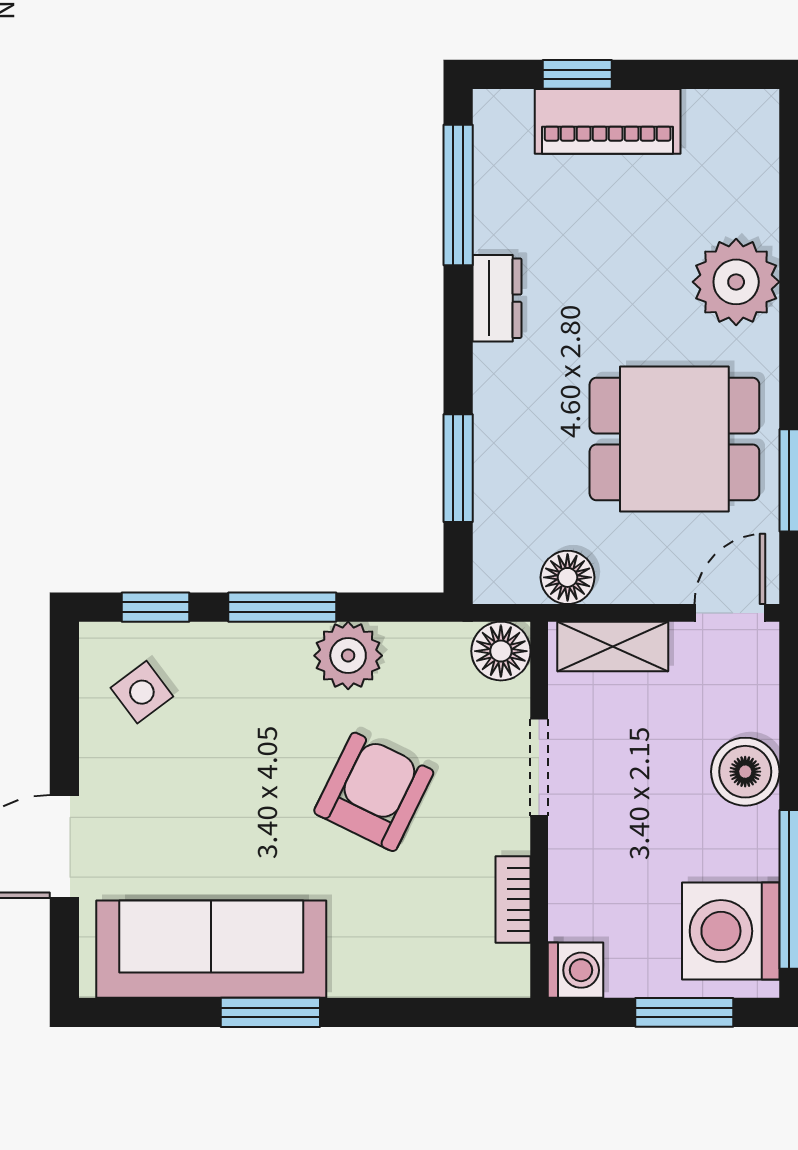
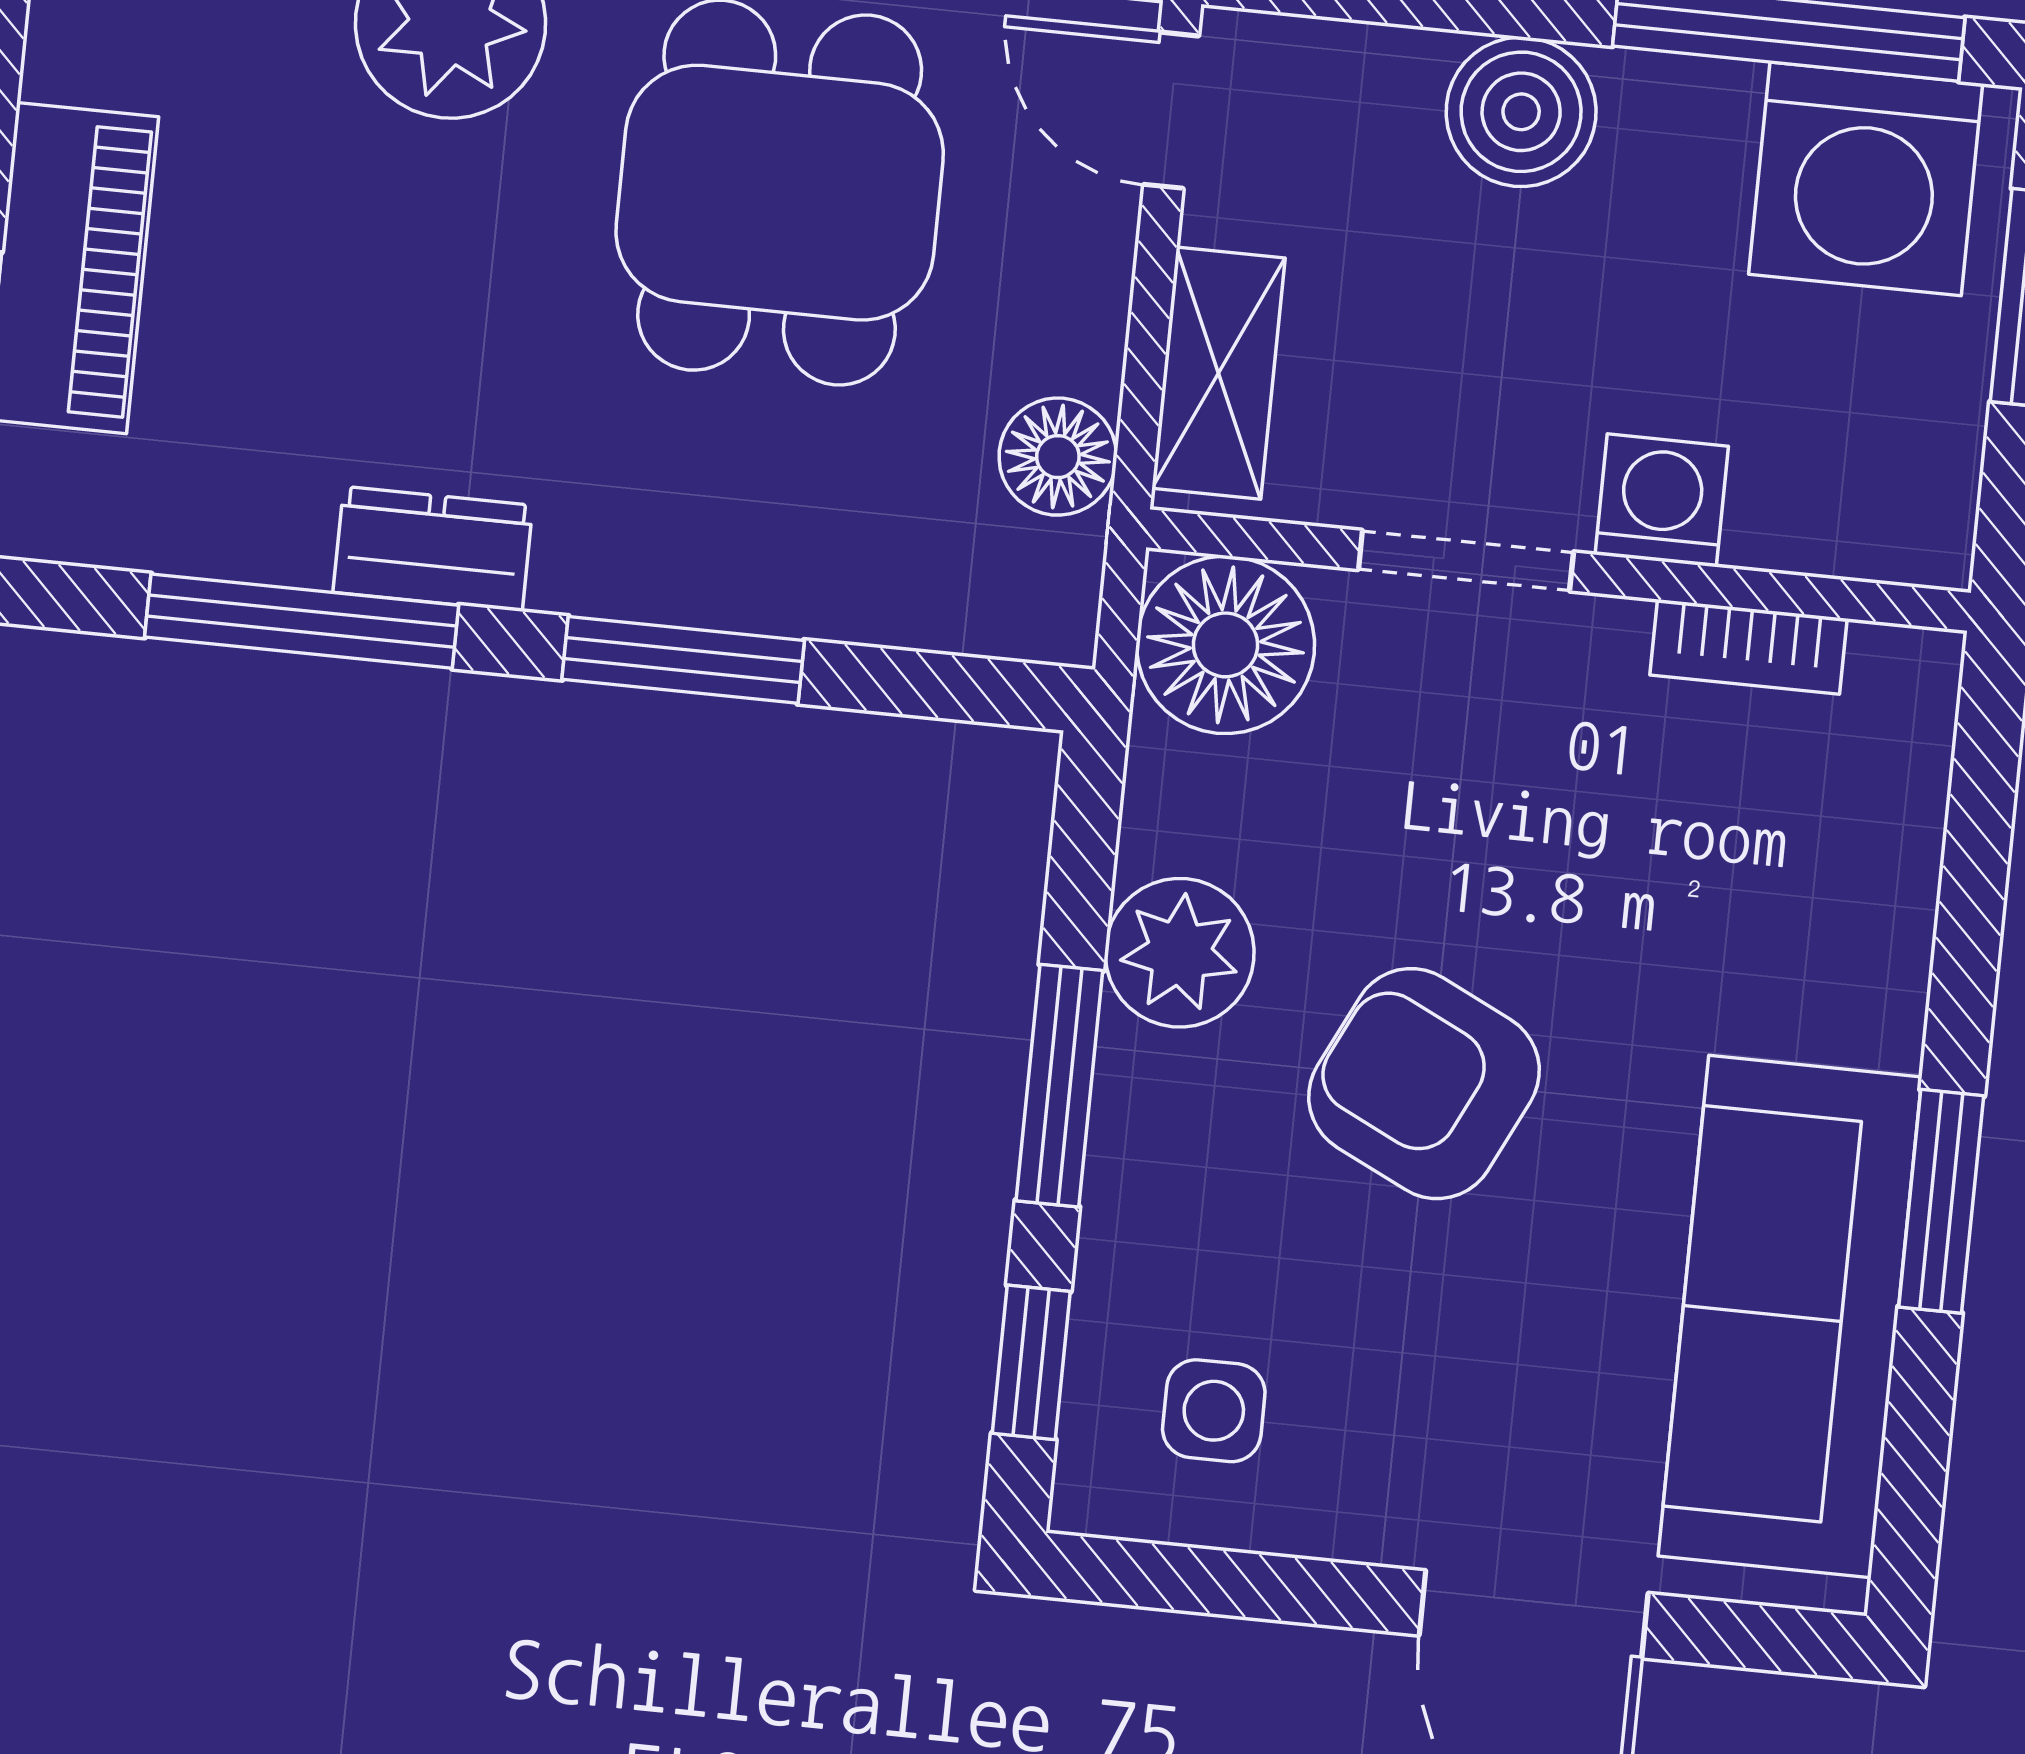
window: (458, 195) -> (302, 621), moved
window: (458, 468) -> (683, 660), moved
floor lamp: (501, 651) -> (1225, 645), width x1.38, depth x1.38
side table: (142, 692) -> (1214, 1411), turned 37
armchair: (374, 792) -> (1424, 1084), moved
washing machine: (575, 970) -> (1662, 500), moved

